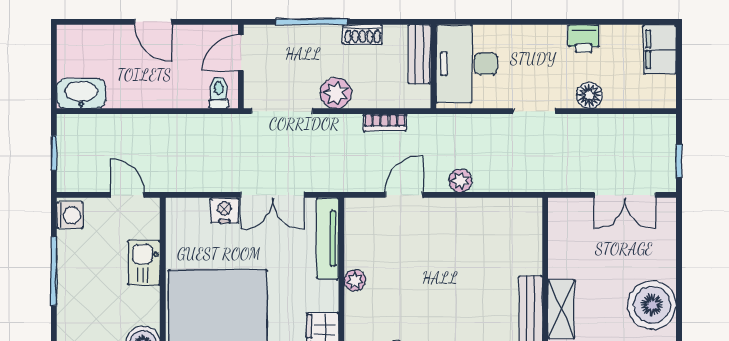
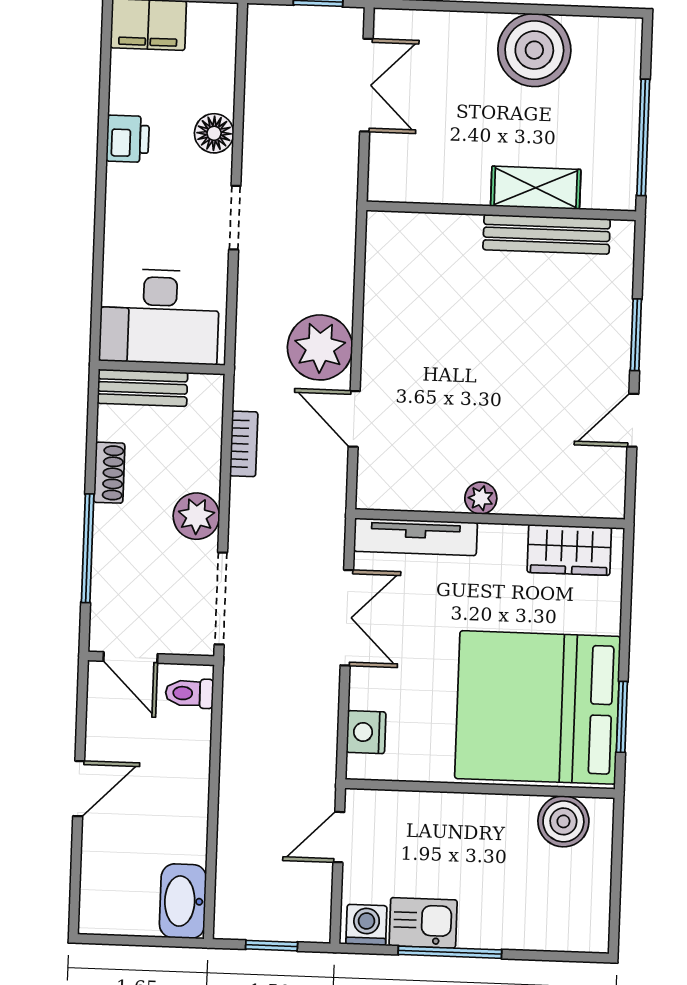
plant: (460, 181) -> (320, 347), width x1.88, depth x1.88
nightstand: (224, 210) -> (366, 732), moved
kitchen sink: (144, 263) -> (423, 923), moved, turned 180

